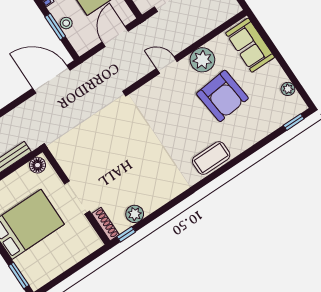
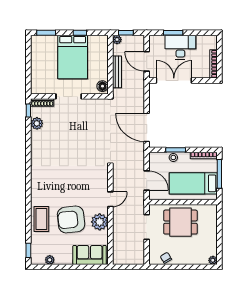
door: (51, 79) -> (147, 127), swing flipped
coffee table: (211, 158) -> (41, 219), moved

